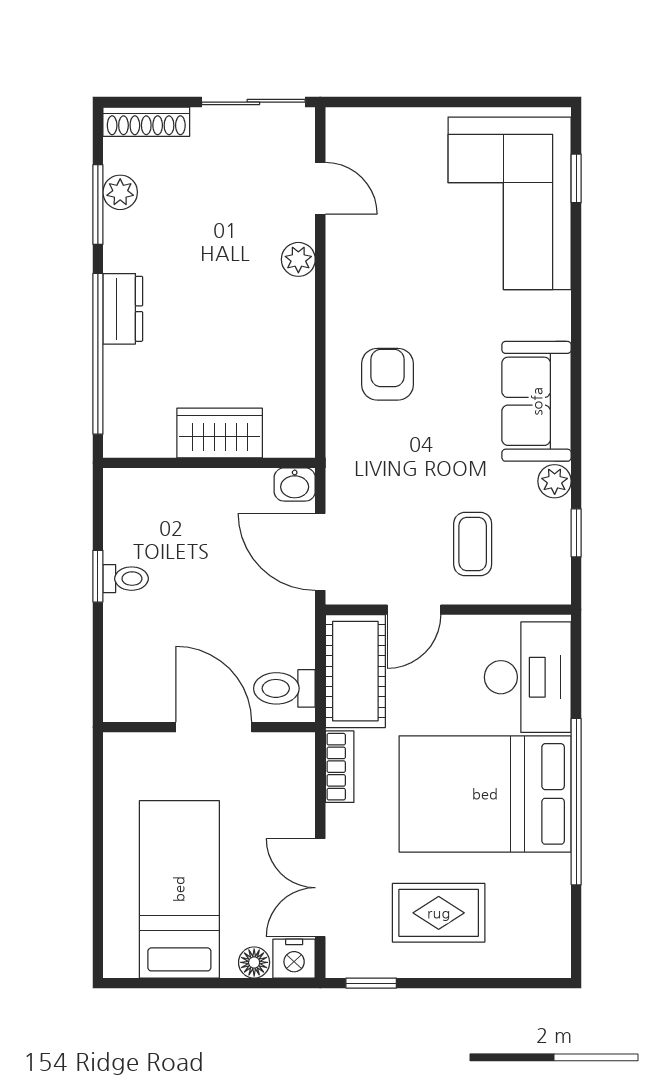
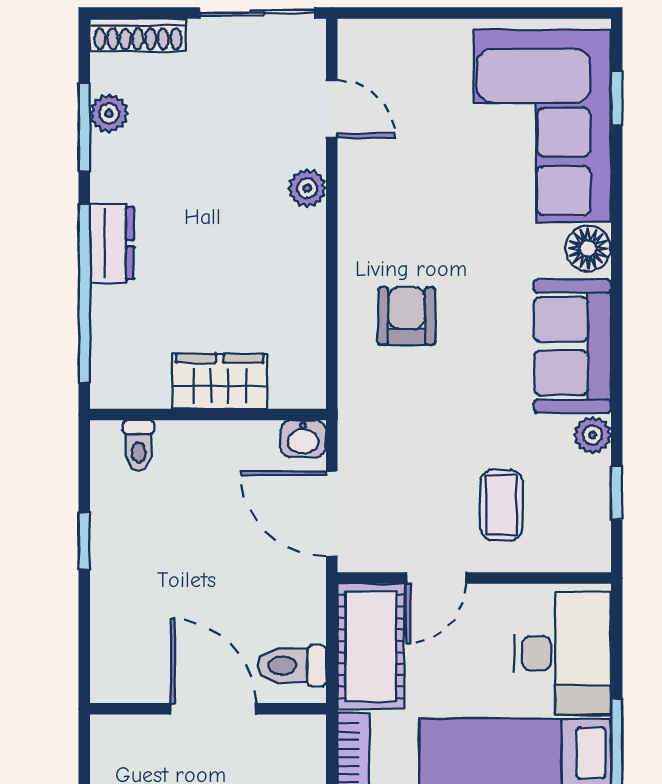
floor lamp: (551, 314) -> (588, 248), added
toilet: (126, 579) -> (139, 445), moved, turned 90

